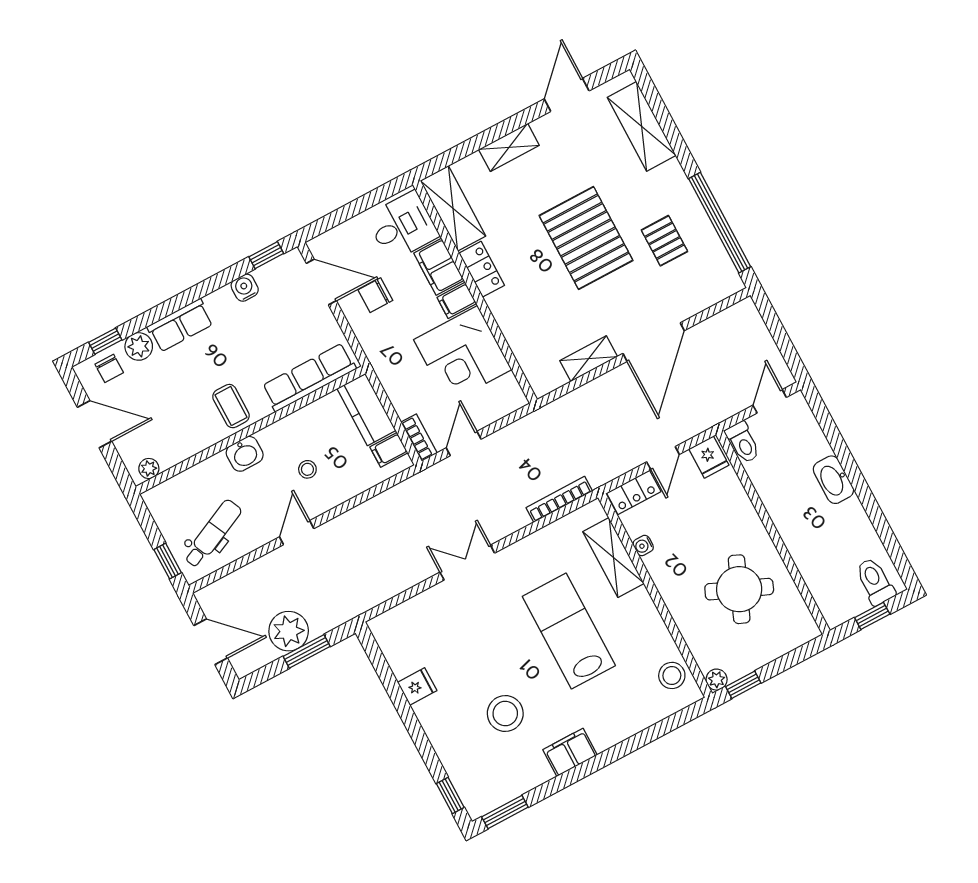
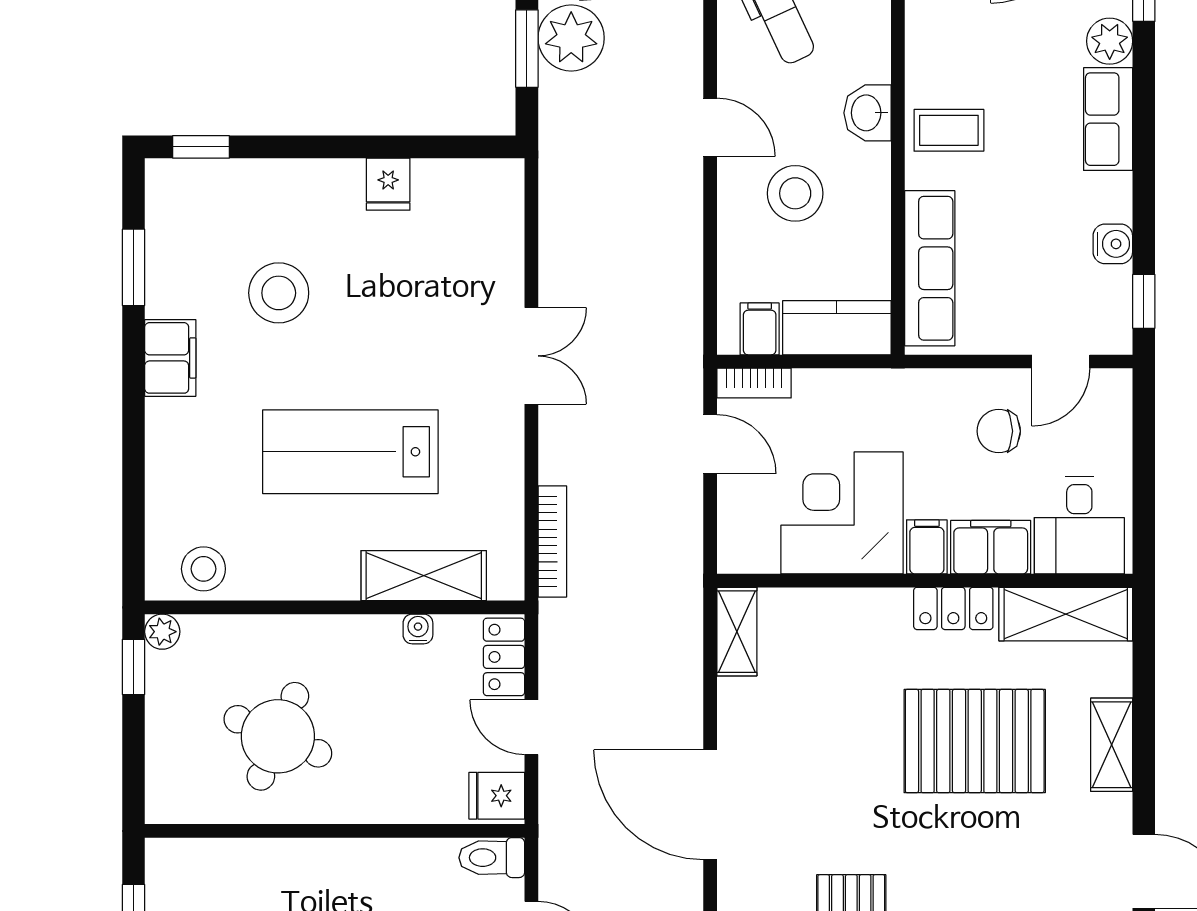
pallet: (586, 238) -> (975, 741), moved
door: (321, 282) -> (1061, 362), width x0.73
chair: (375, 295) -> (999, 431), turned -90
shelving: (589, 359) -> (737, 632), moved
stool: (307, 469) -> (795, 193), width x1.89, depth x1.89
lab bench: (569, 631) -> (350, 452), turned 180
window: (505, 812) -> (133, 267), moved

